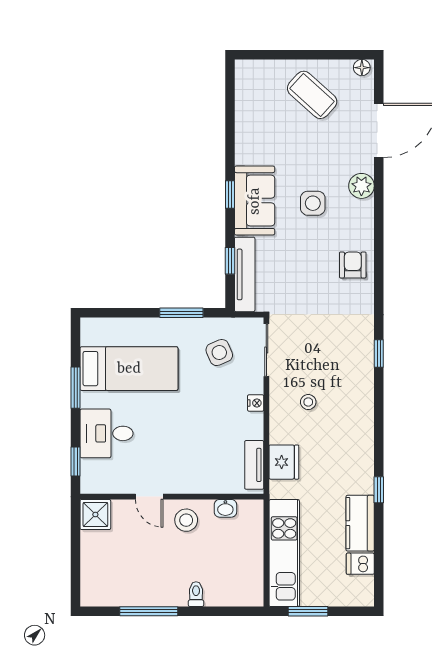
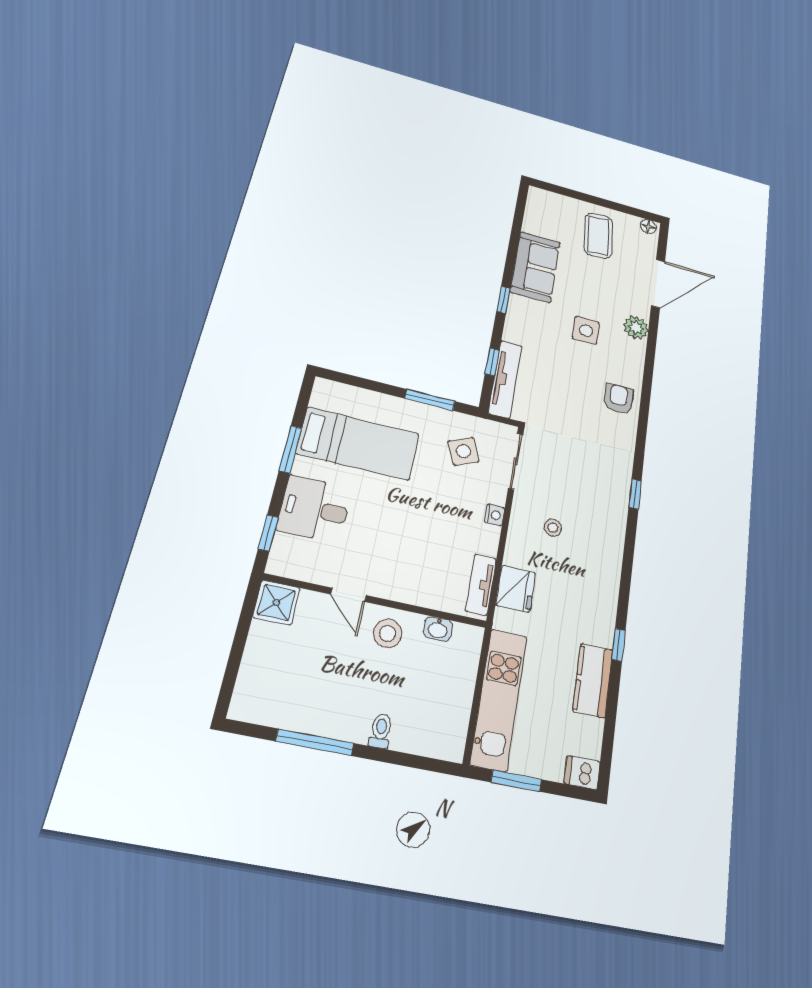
coffee table: (312, 95) -> (598, 236), turned 43
sofa: (255, 201) -> (535, 267), moved
dishwasher: (360, 564) -> (582, 773), moved

